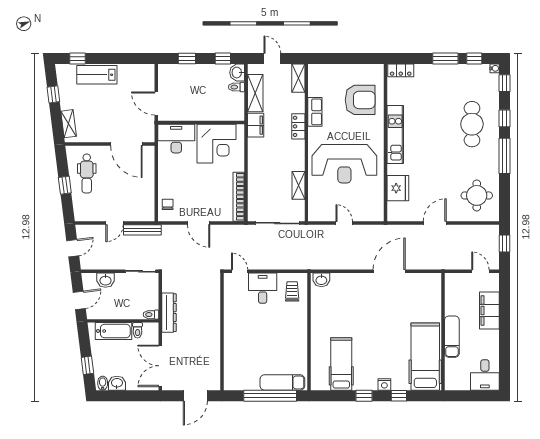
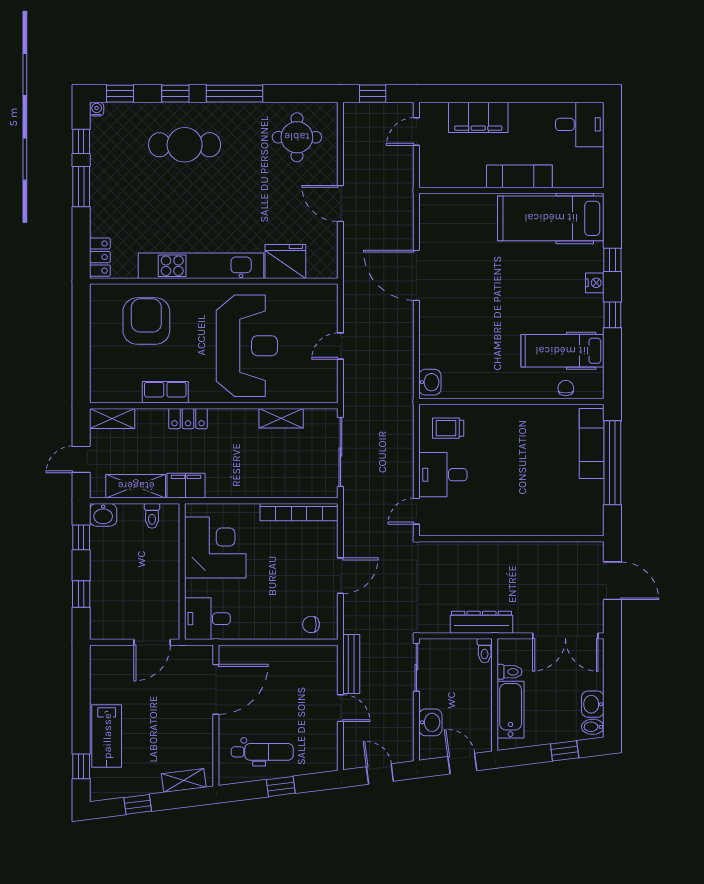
toilet: (236, 87) -> (152, 516), moved
kitchen unit: (395, 135) -> (201, 266), width x1.36
desk: (176, 139) -> (207, 619), width x0.73
chair: (318, 366) -> (566, 388), added

